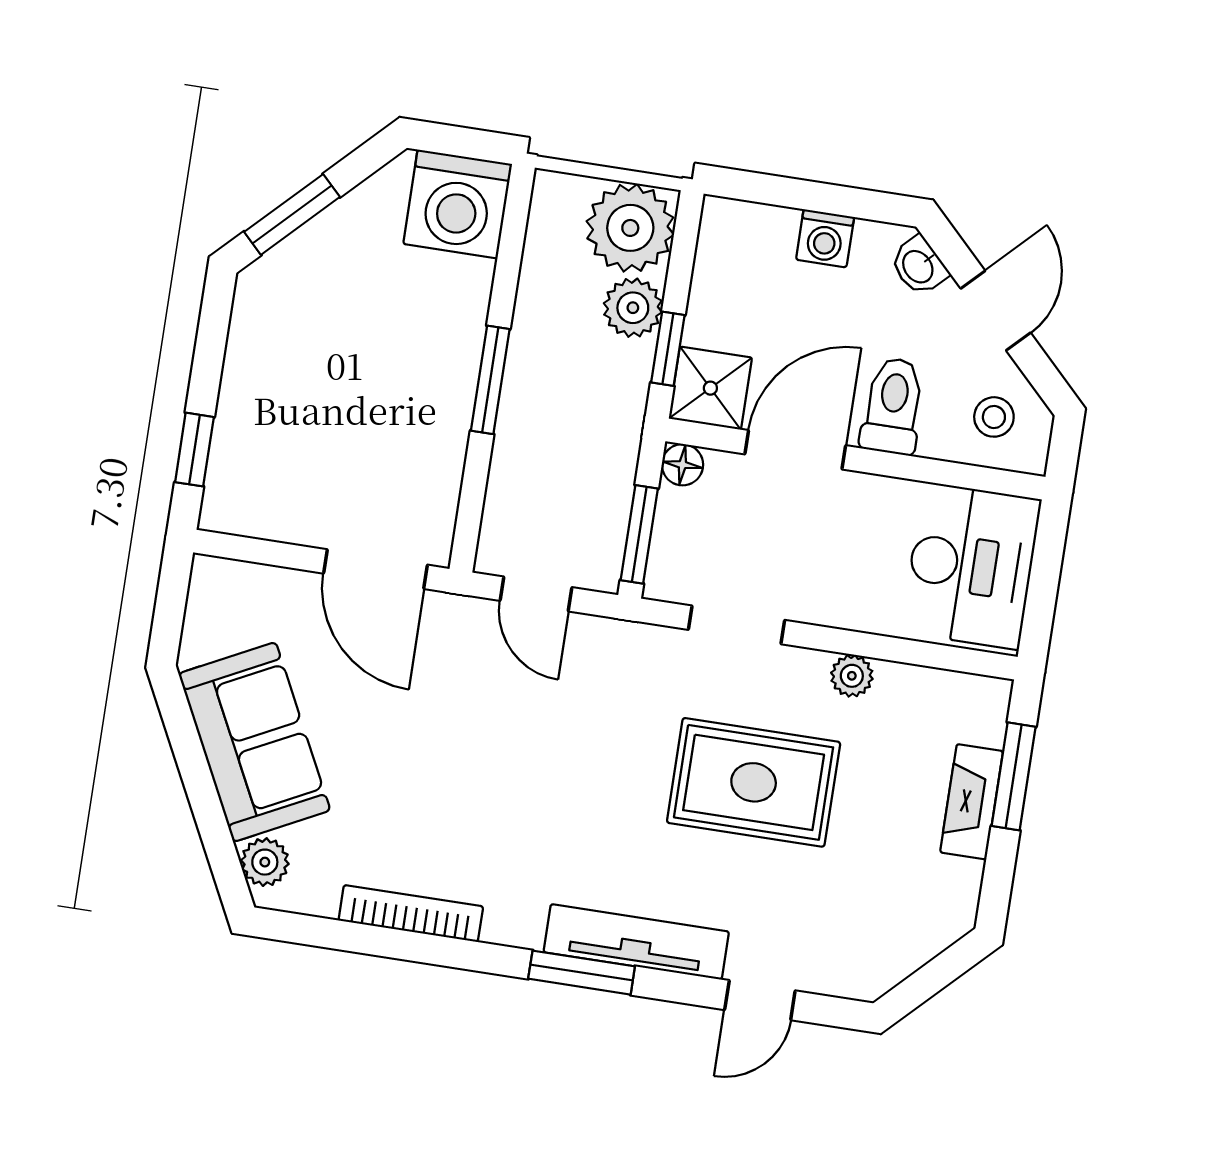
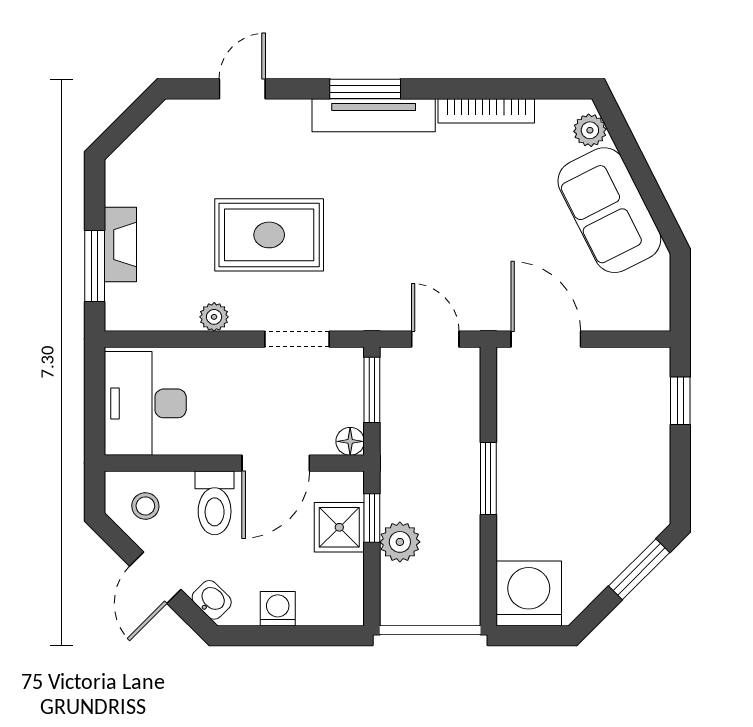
plant: (630, 228) -> (410, 595), removed
shower: (710, 388) -> (339, 527), moved
tv unit: (636, 942) -> (374, 115), moved

